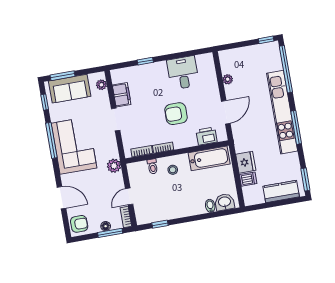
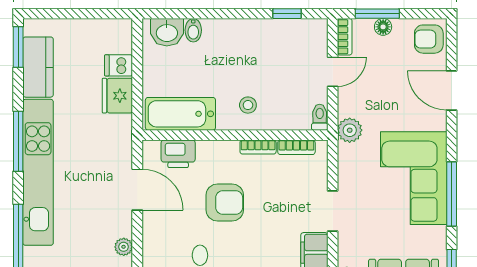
door: (226, 112) -> (137, 190), swing flipped
toilet: (153, 166) -> (320, 117), moved
kitchen counter: (281, 191) -> (38, 67), moved, turned -90

